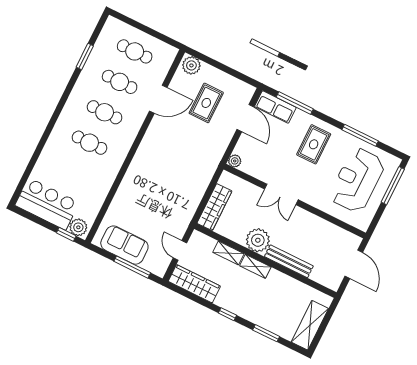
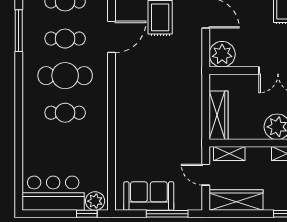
window: (85, 57) -> (19, 31), width x1.44
cafe table: (105, 112) -> (65, 76), width x1.37, depth x1.35
plant: (235, 161) -> (222, 54), width x1.87, depth x1.87
shelving: (228, 253) -> (229, 153), moved

